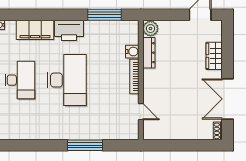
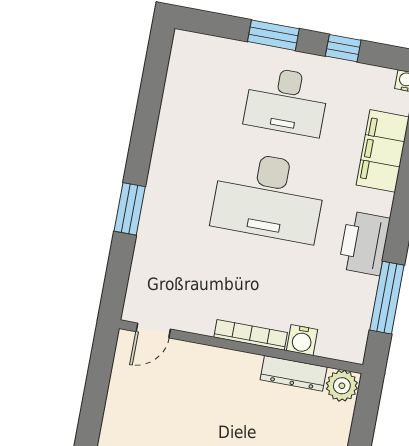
printer: (69, 30) -> (364, 243), moved
door: (141, 112) -> (153, 330), moved
window: (85, 145) -> (130, 209), width x0.69

